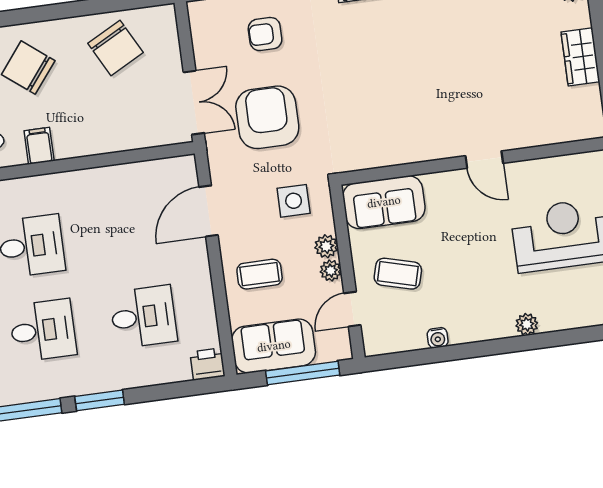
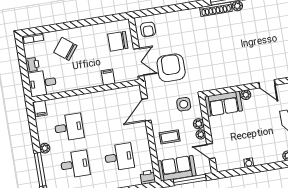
armchair: (265, 34) -> (148, 29), moved, turned -90
chair: (115, 48) -> (118, 41), moved, turned 118
filing cabinet: (39, 146) -> (108, 77), moved
plant: (435, 183) -> (246, 95), added
coffee table: (398, 274) -> (230, 135), removed
door: (352, 309) -> (211, 151), hinge flipped

